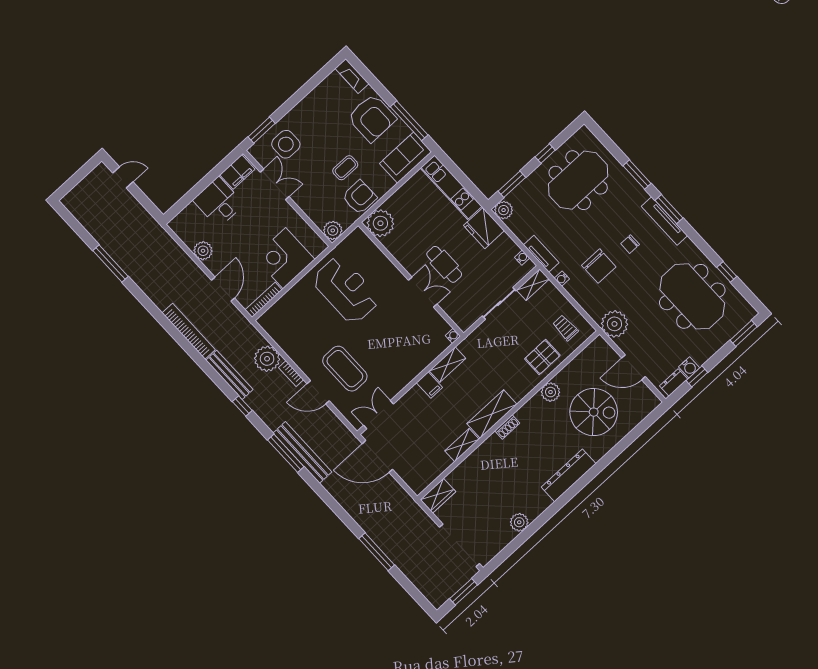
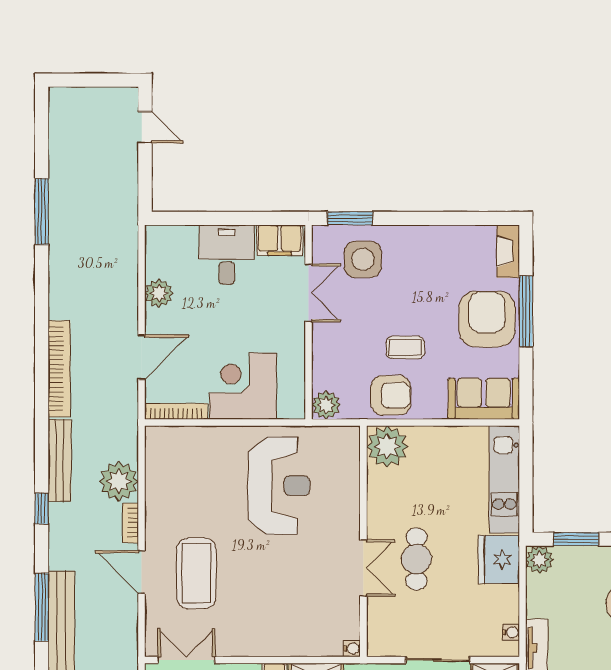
armchair: (372, 118) -> (487, 319), turned 180
window: (409, 121) -> (526, 311), moved

